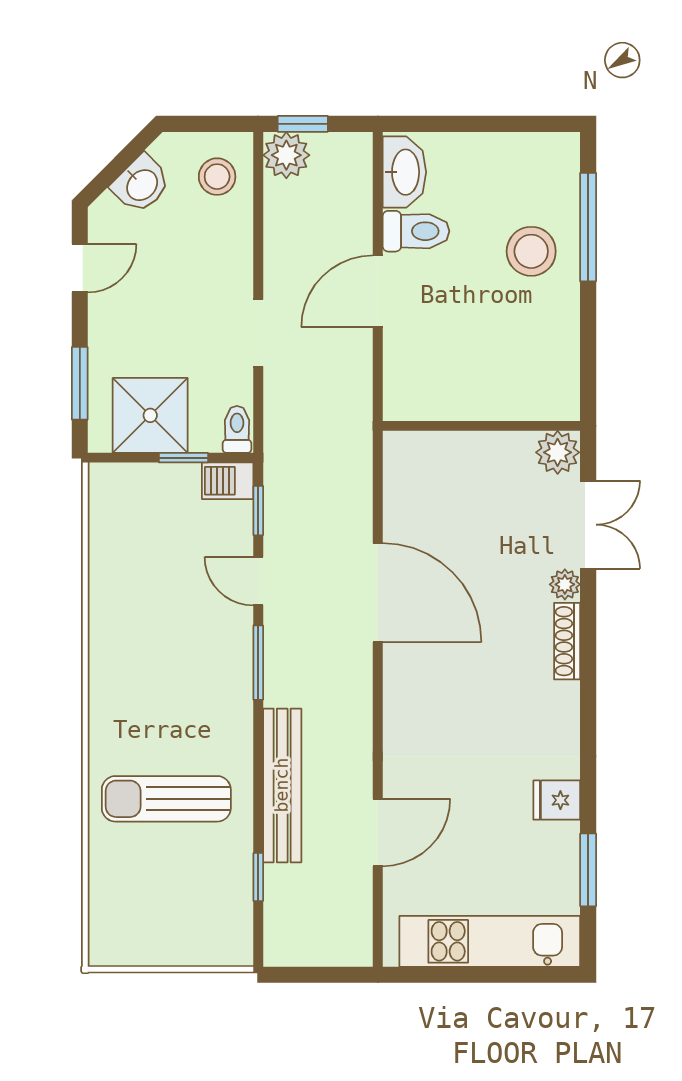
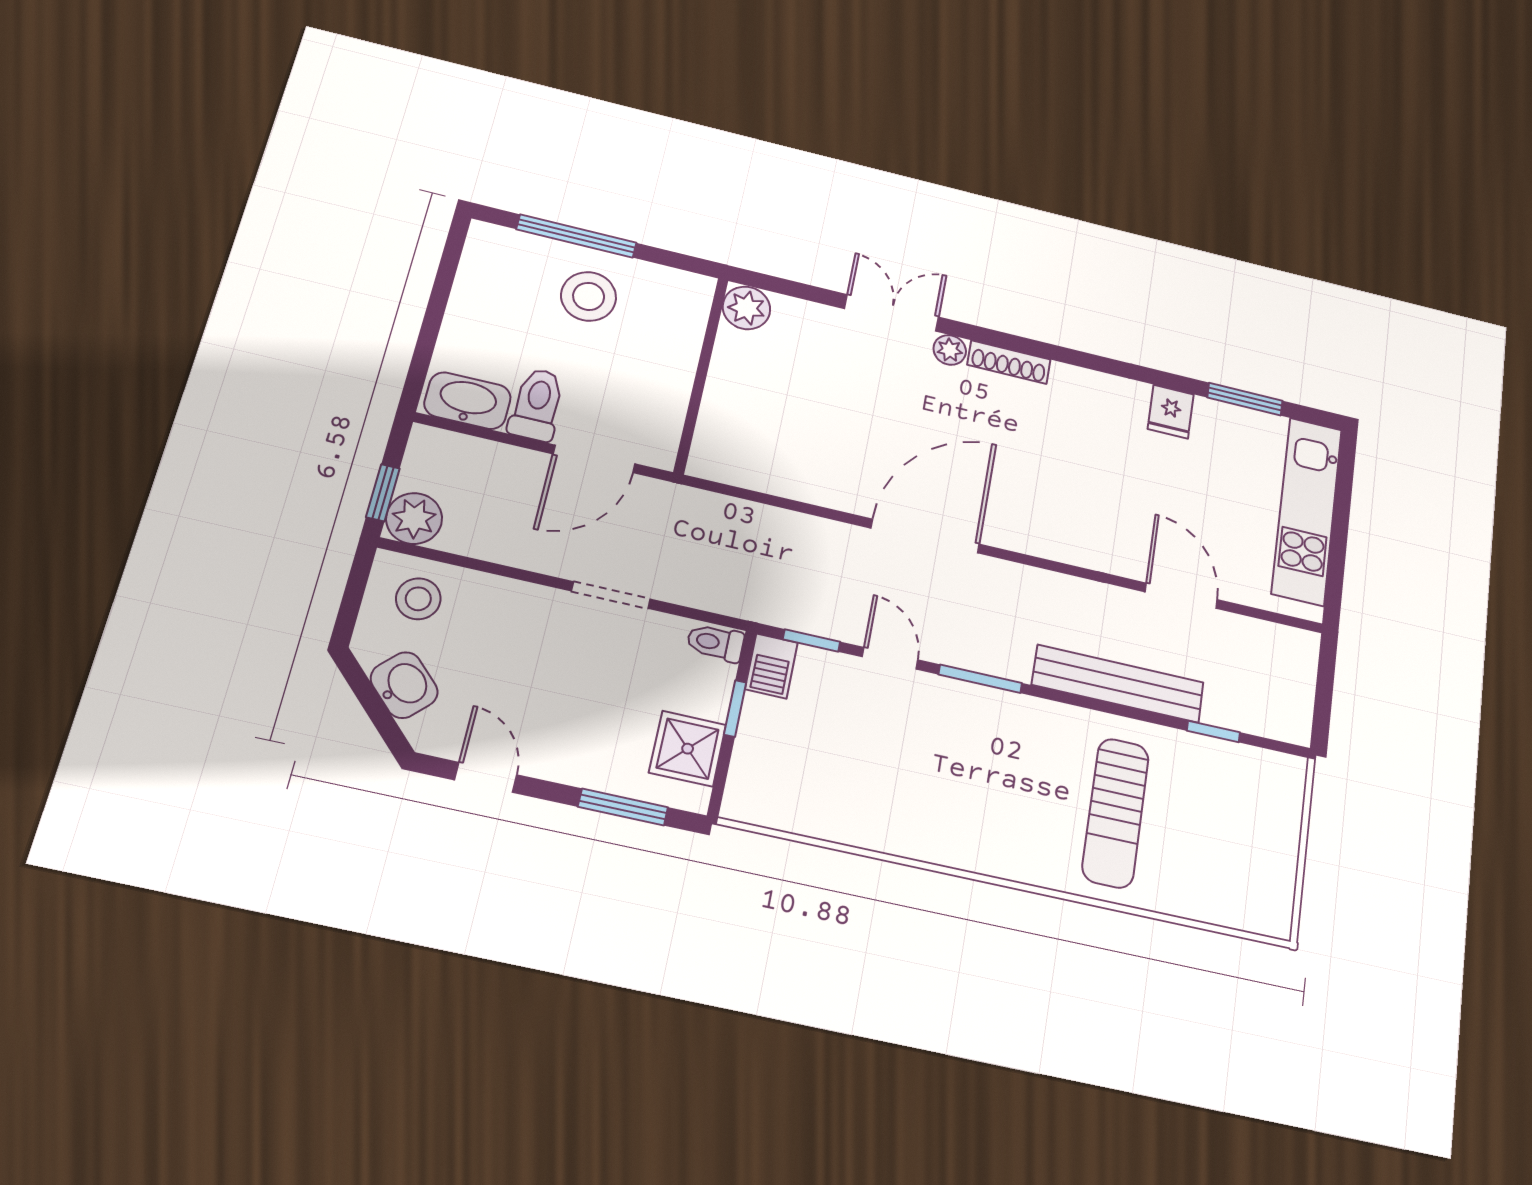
door: (378, 291) -> (594, 459), hinge flipped
shower: (150, 415) -> (688, 749), width x0.73, depth x0.73
wall: (481, 426) -> (701, 375), moved
plant: (558, 452) -> (746, 308), moved
door: (258, 581) -> (890, 658), swing flipped

